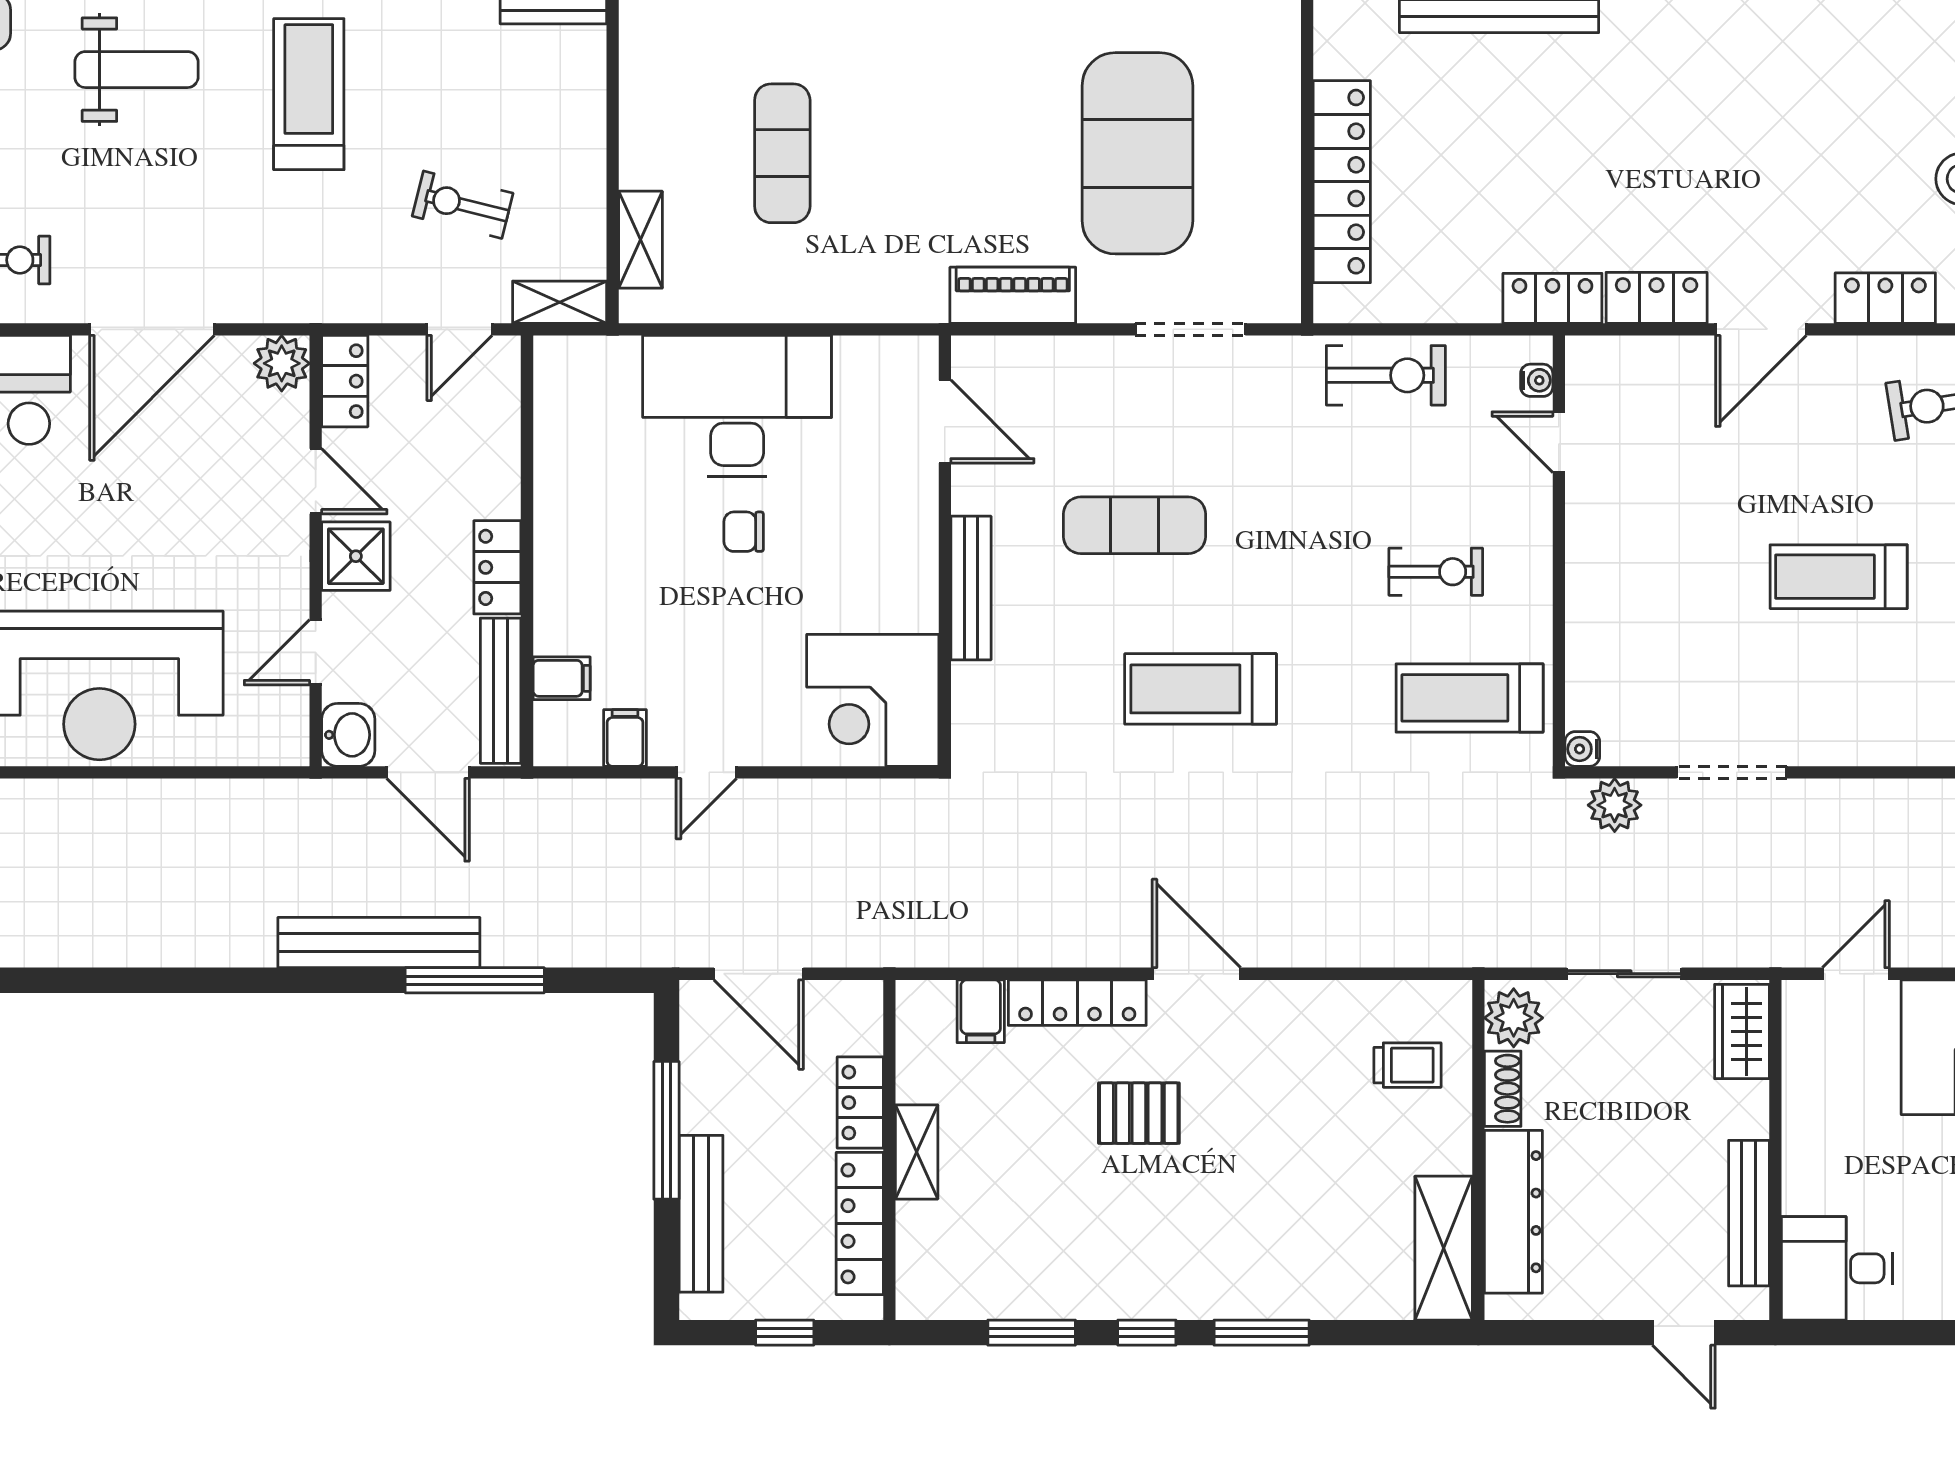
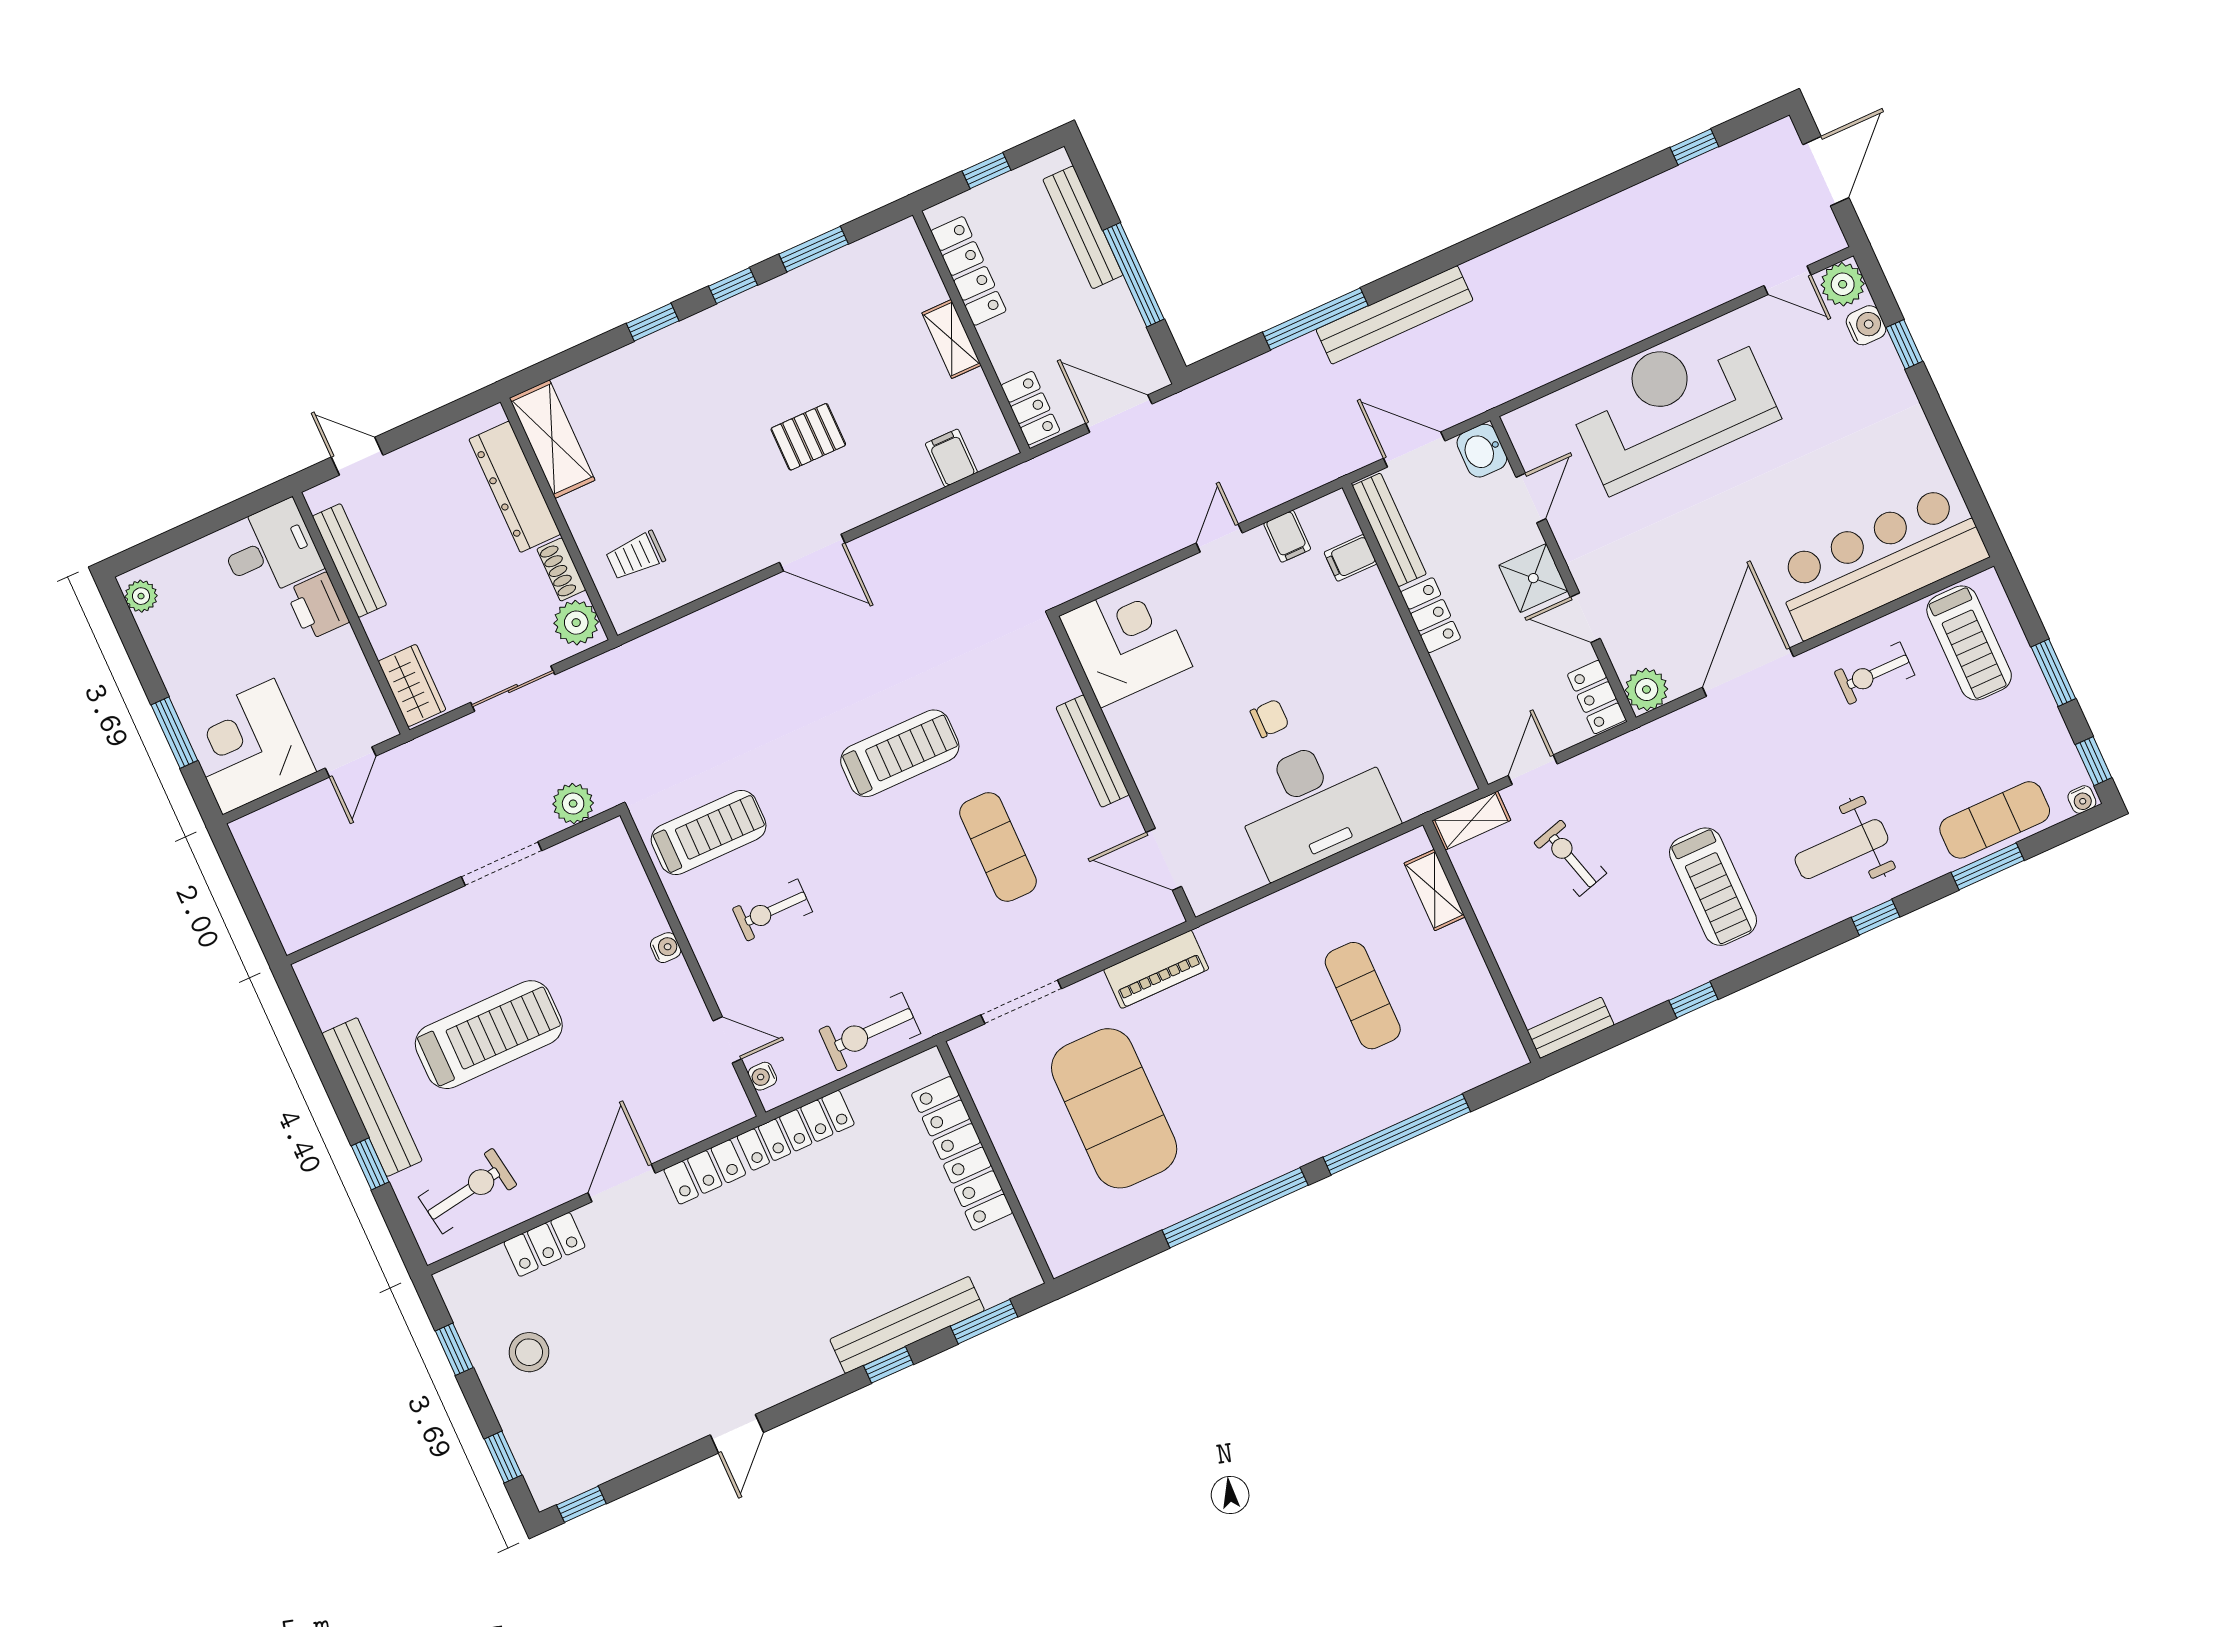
exercise bike: (463, 205) -> (1570, 858), turned -120
locker: (1552, 298) -> (796, 1130), width x1.53
exercise mat: (1134, 525) -> (998, 847), turned 90
treadmill: (1839, 577) -> (489, 1035), width x1.37, depth x1.38
water cooler: (1582, 749) -> (666, 948), moved
locker: (1077, 1003) -> (886, 495), removed
locker: (860, 1103) -> (1030, 408), moved
printer: (1811, 1176) -> (317, 606), added
window: (1262, 1333) -> (653, 322), width x0.67

